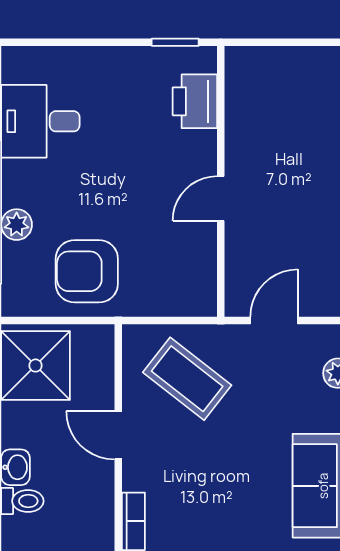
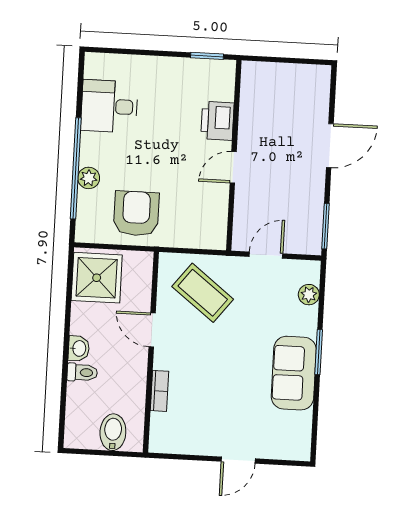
printer: (195, 101) -> (217, 121), moved
armchair: (87, 271) -> (136, 213), turned 90

